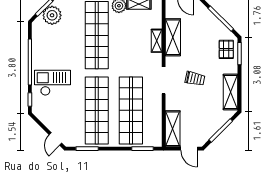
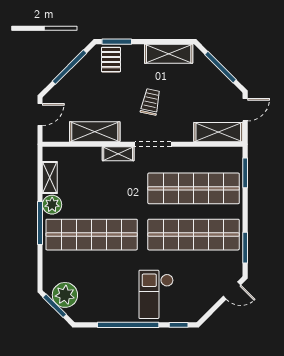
shelving: (157, 41) -> (118, 154), moved
pallet: (226, 49) -> (111, 60), turned 90

